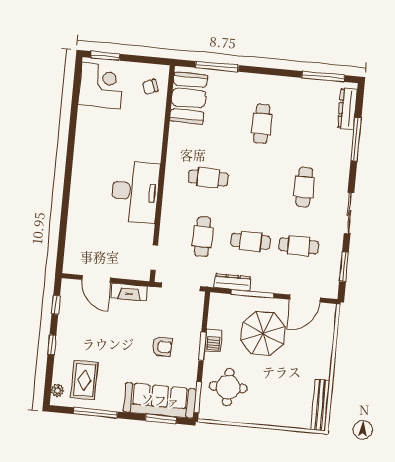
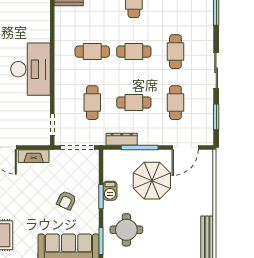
cafe table: (256, 182) -> (134, 52), added
cafe table: (299, 246) -> (175, 103), turned 90
armchair: (162, 347) -> (66, 200), turned 115

